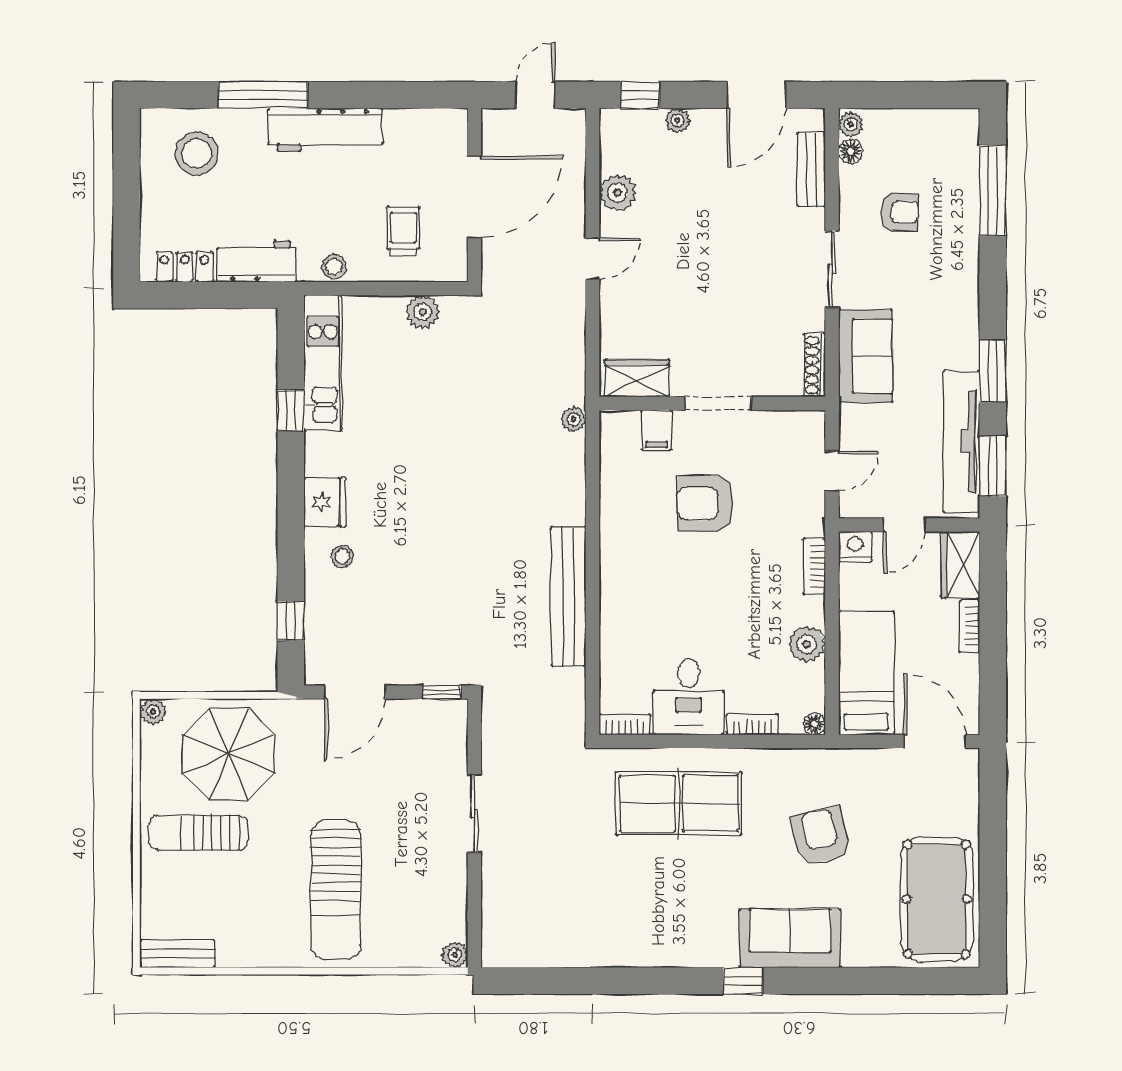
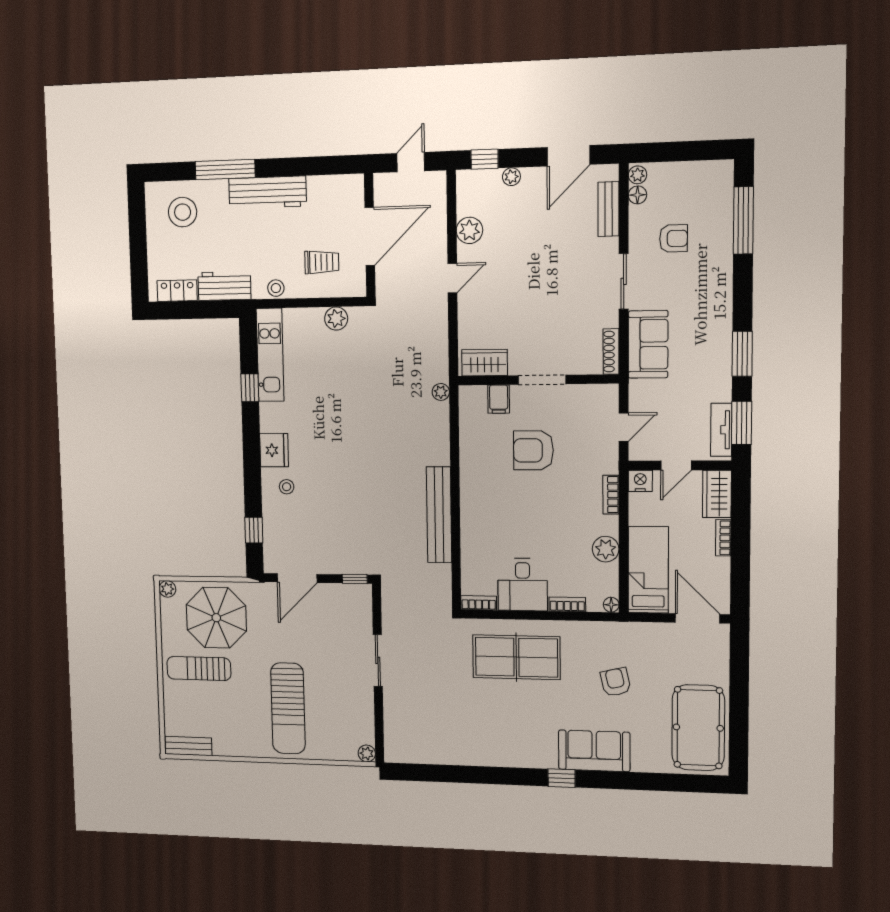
trolley: (403, 231) -> (322, 262), turned 90
tv unit: (961, 441) -> (721, 430), width x0.52, depth x0.78
armchair: (821, 836) -> (616, 682), width x0.72, depth x0.72

